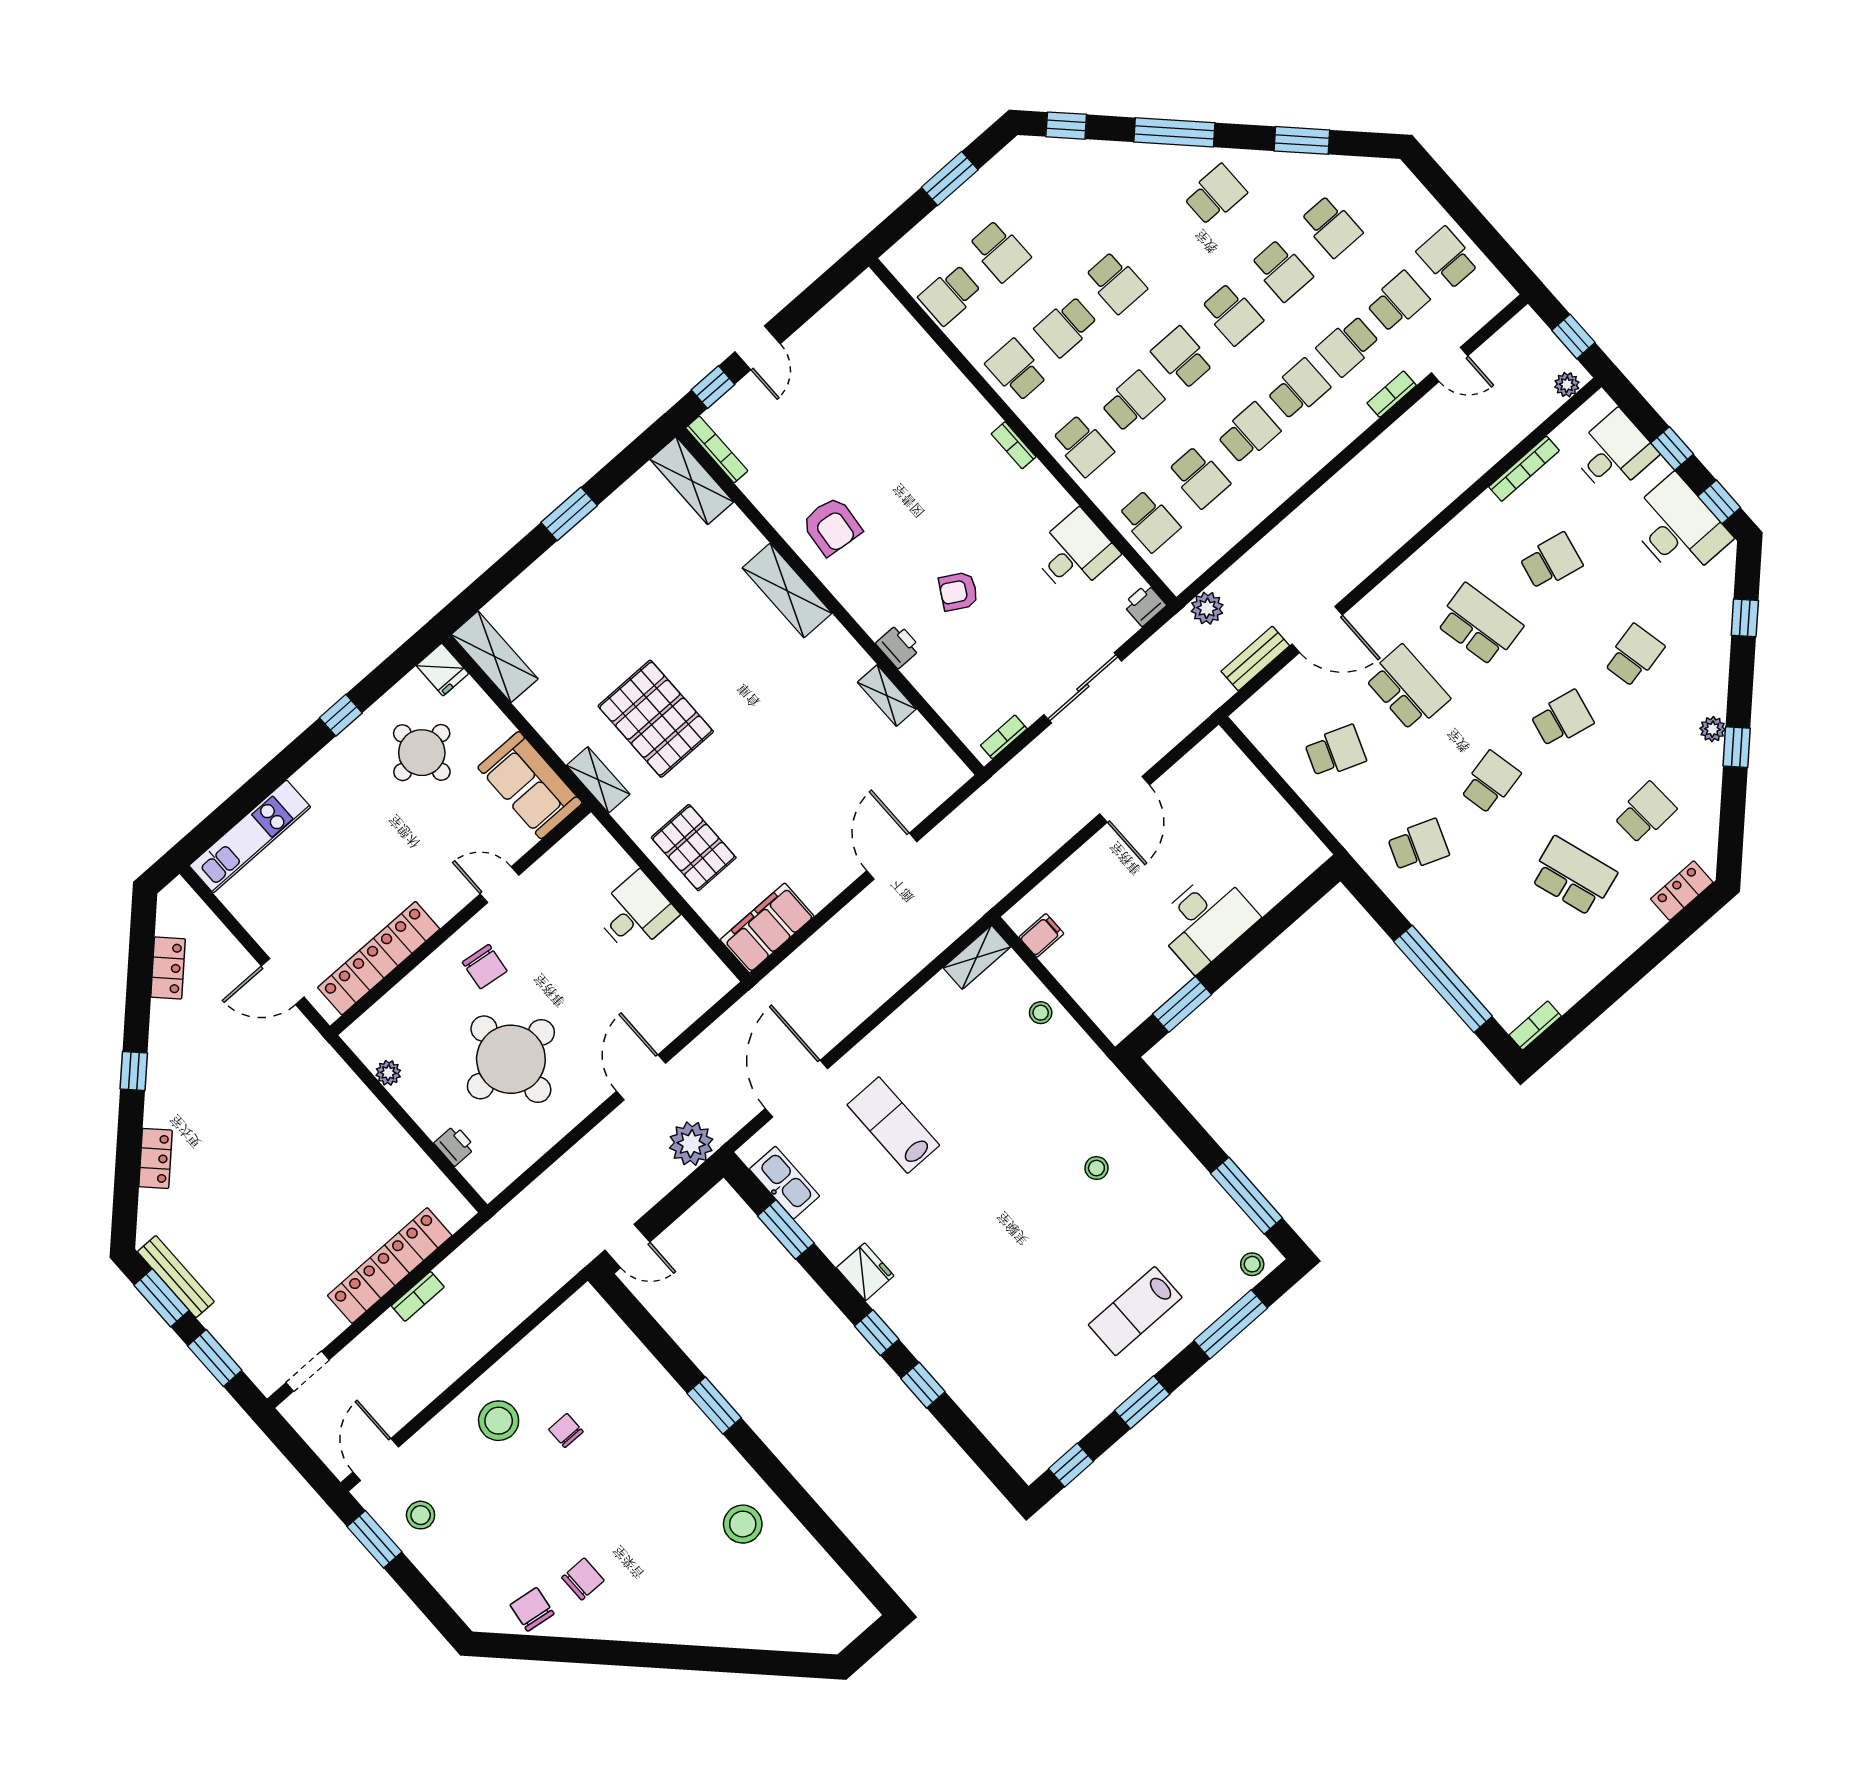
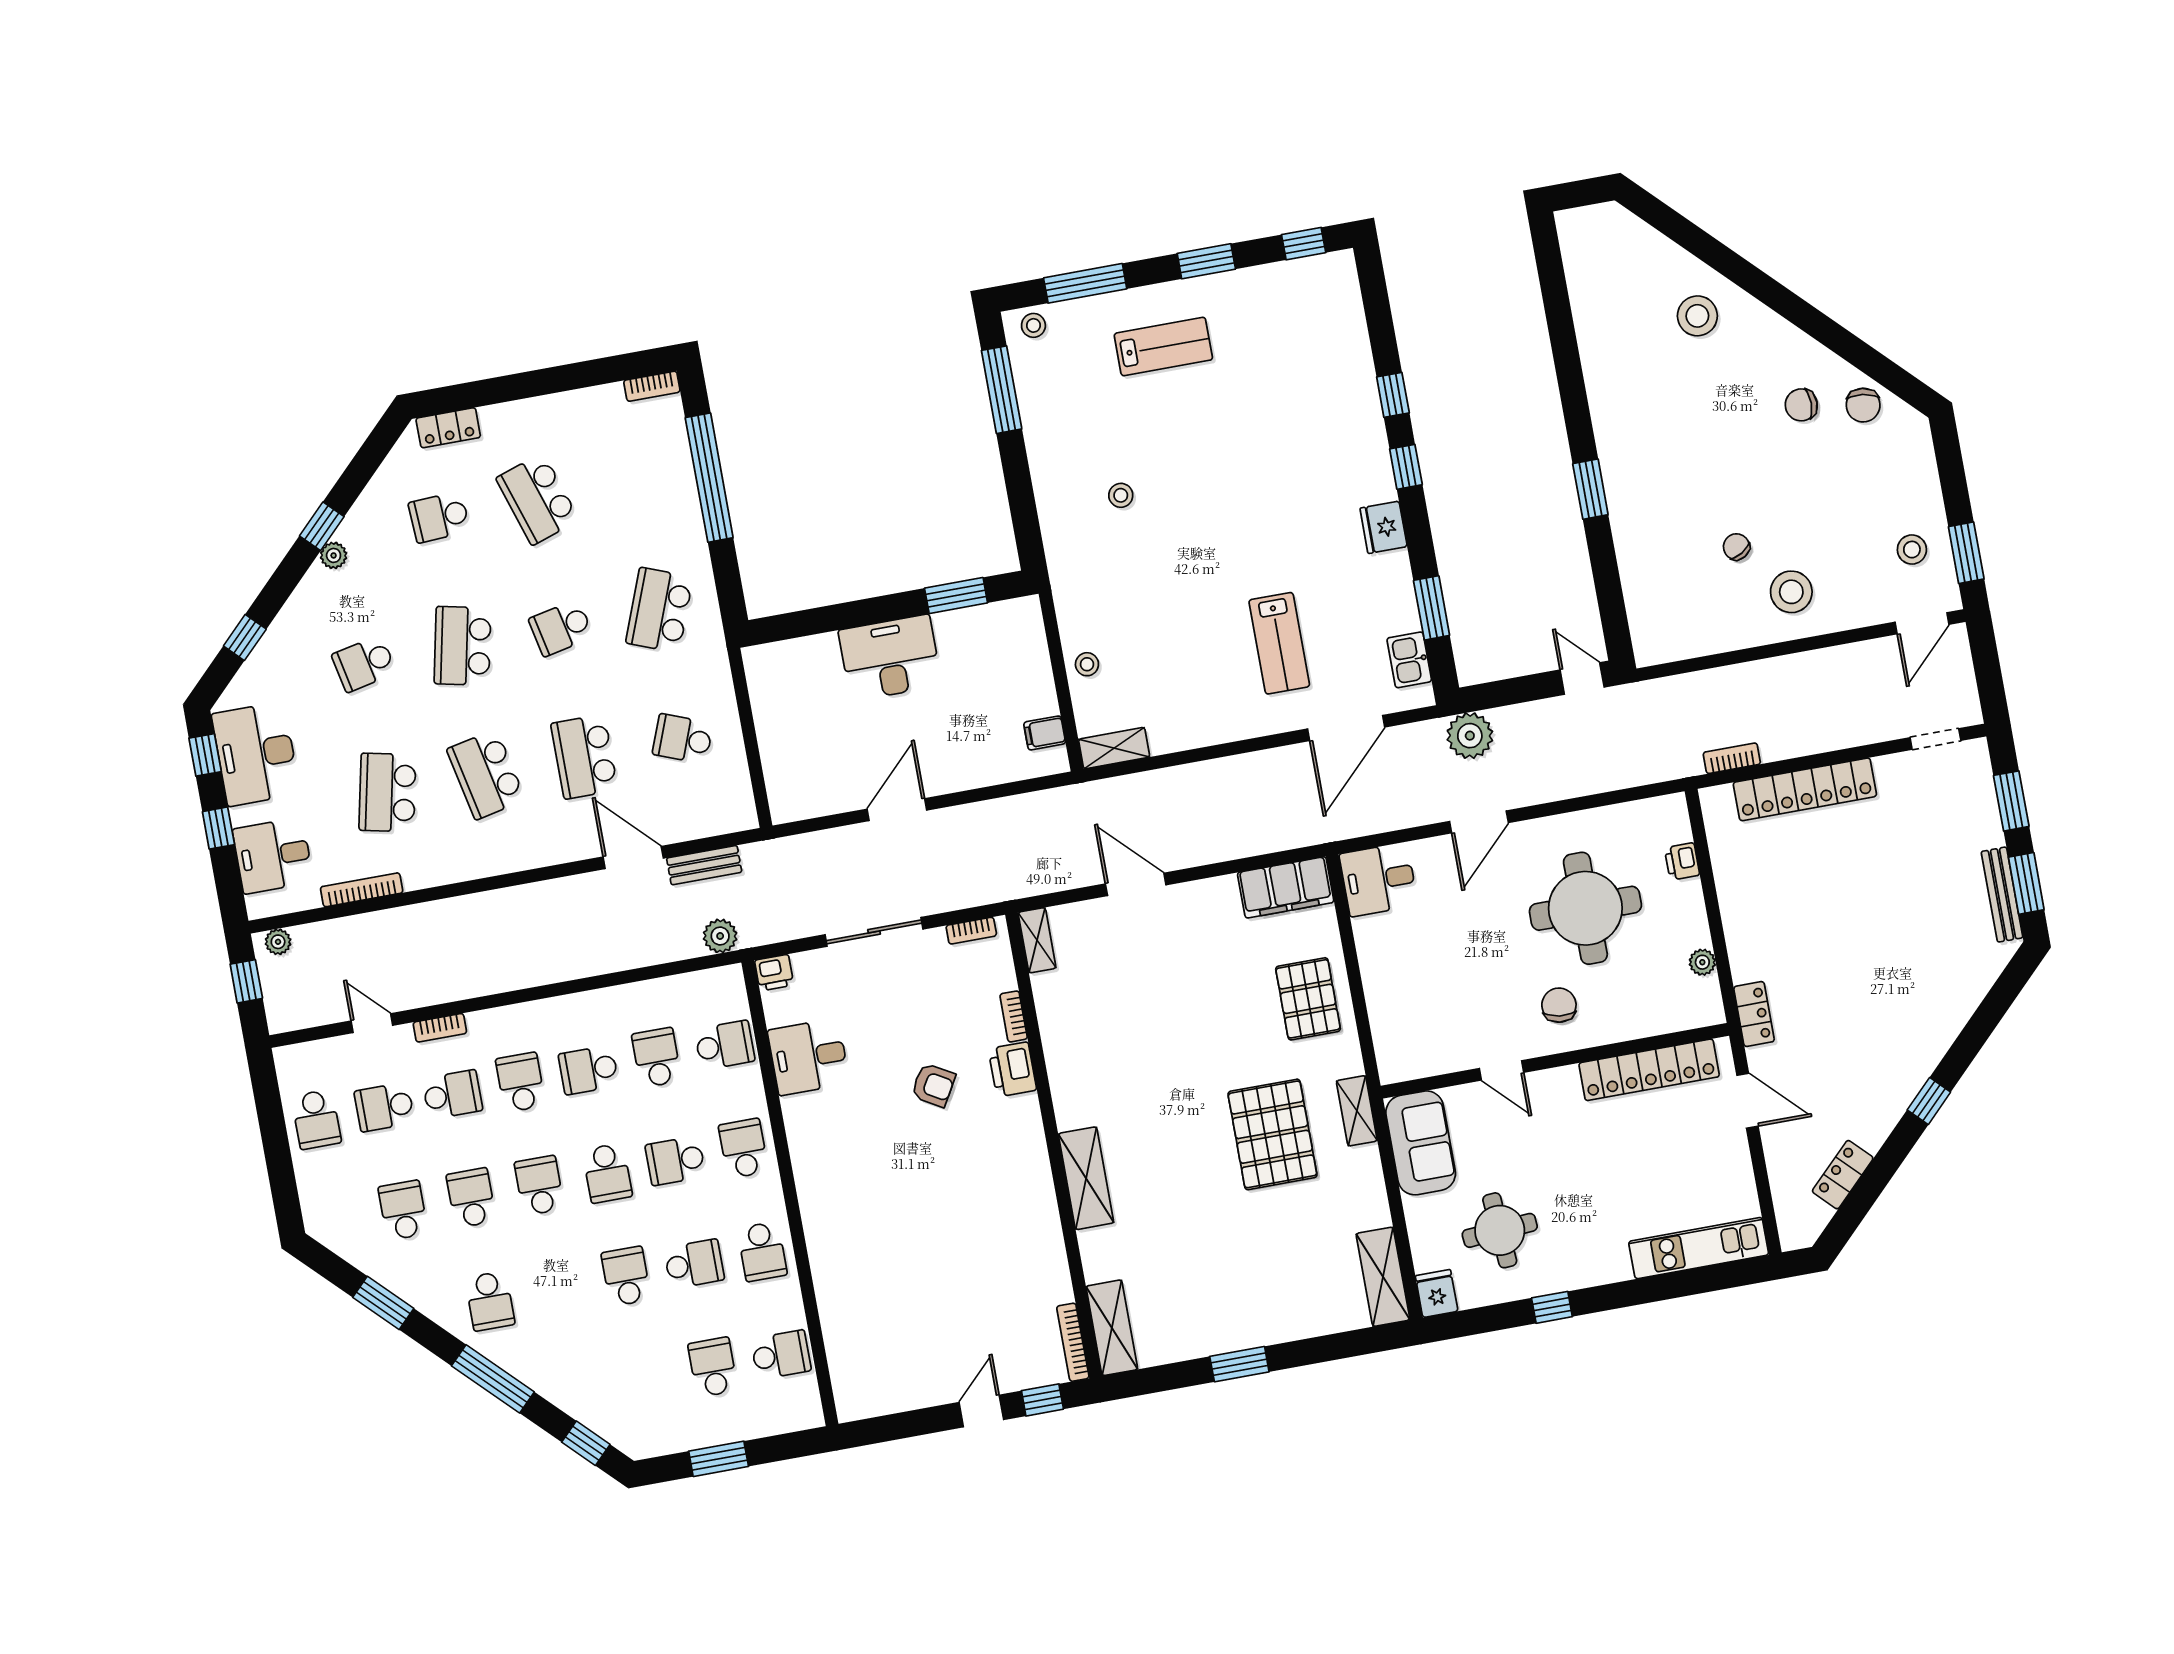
school desk: (1215, 195) -> (490, 1301), turned -90
school desk: (1298, 389) -> (520, 1082), turned 90
bookcase: (1014, 445) -> (1014, 1016), moved, turned 180
school desk: (1149, 521) -> (725, 1045), turned 90
armchair: (832, 526) -> (1011, 1212), removed
school desk: (1551, 561) -> (387, 792), width x1.85
printer: (898, 646) -> (1012, 1069), width x1.36, depth x1.24
shelving: (887, 696) -> (1037, 940), moved
school desk: (1562, 719) -> (463, 646), width x1.85
school desk: (1418, 846) -> (659, 610), width x1.85
door: (892, 856) -> (1136, 884), swing flipped
desk: (635, 913) -> (1379, 880), moved
locker: (155, 1158) -> (1754, 1014), moved, turned 135
kitchen sink: (784, 1183) -> (1409, 660), width x0.73
bookcase: (418, 1296) -> (1732, 758), moved
chair: (566, 1430) -> (1736, 547), turned 149
stool: (743, 1524) -> (1697, 316), moved

